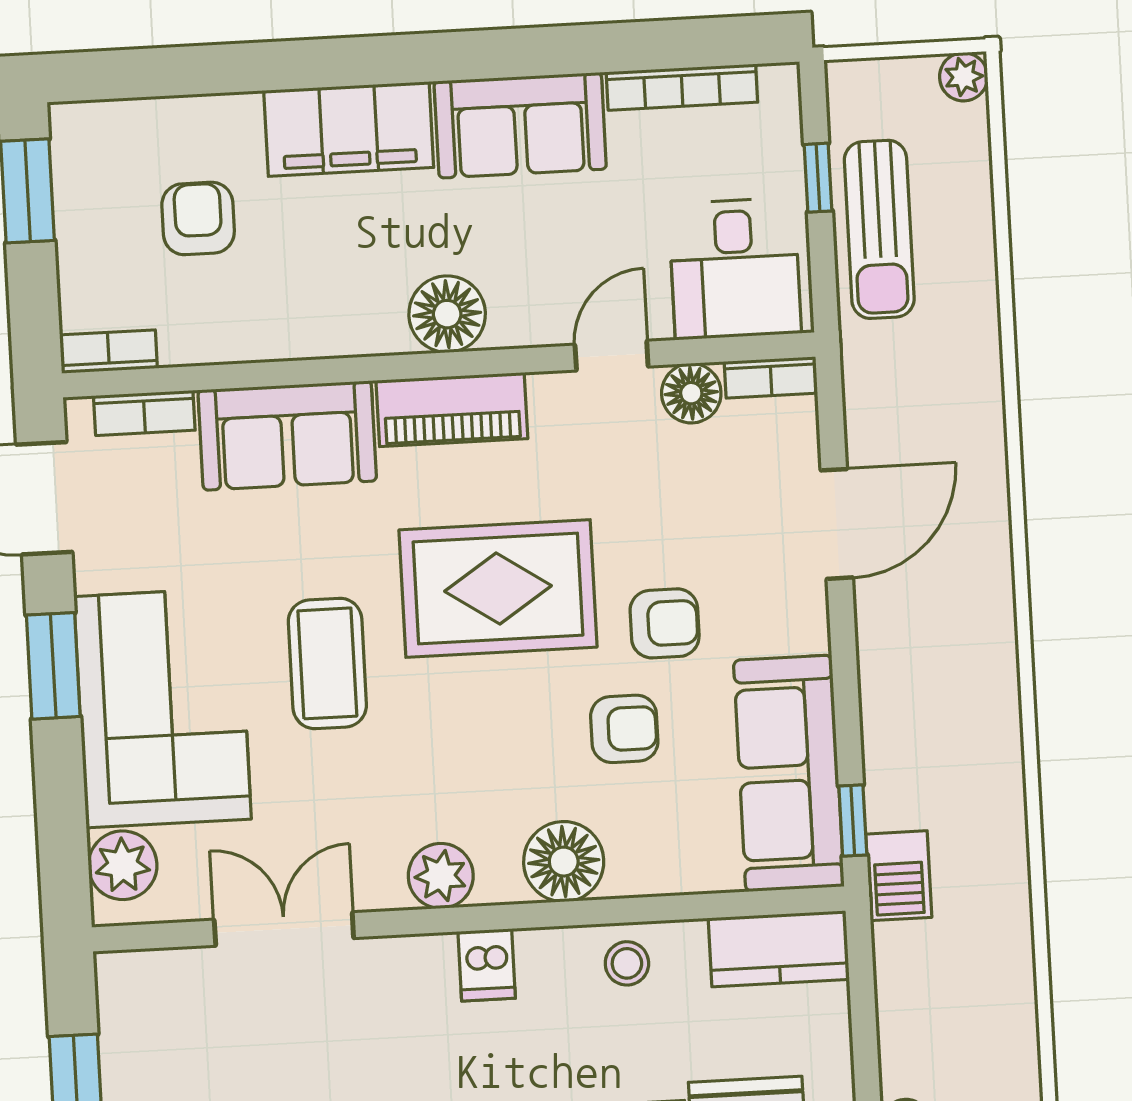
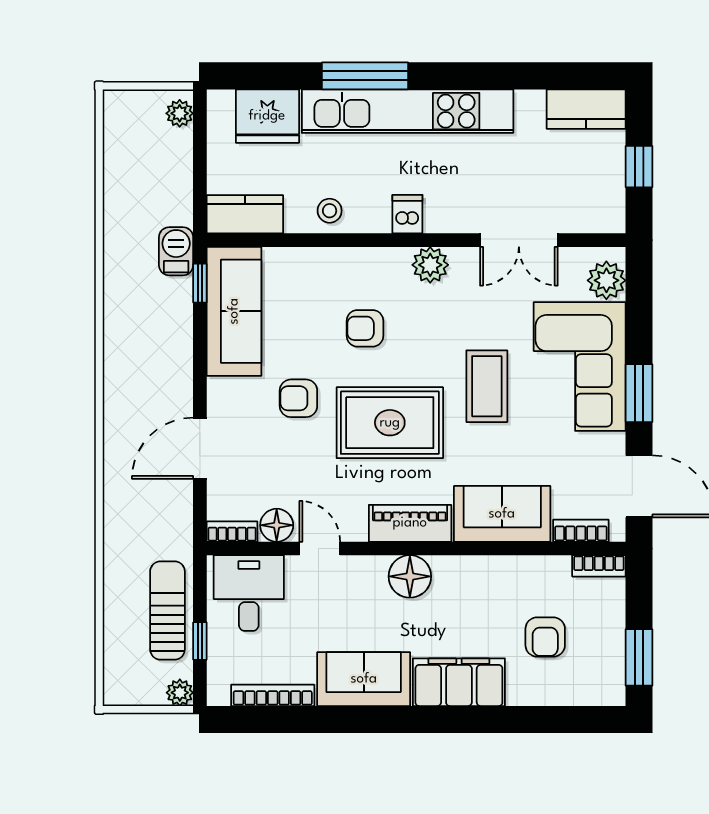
plant: (964, 77) -> (180, 693), moved
door: (612, 356) -> (320, 548), swing flipped
armchair: (624, 729) -> (365, 328), moved
floor lamp: (564, 862) -> (362, 269), removed

